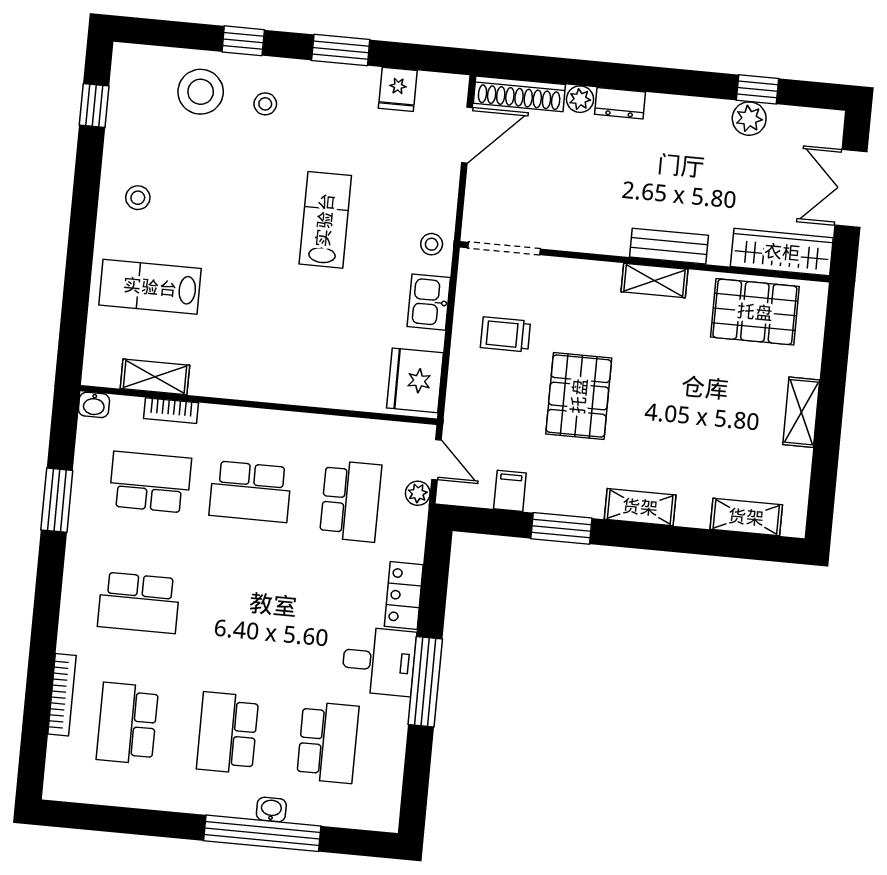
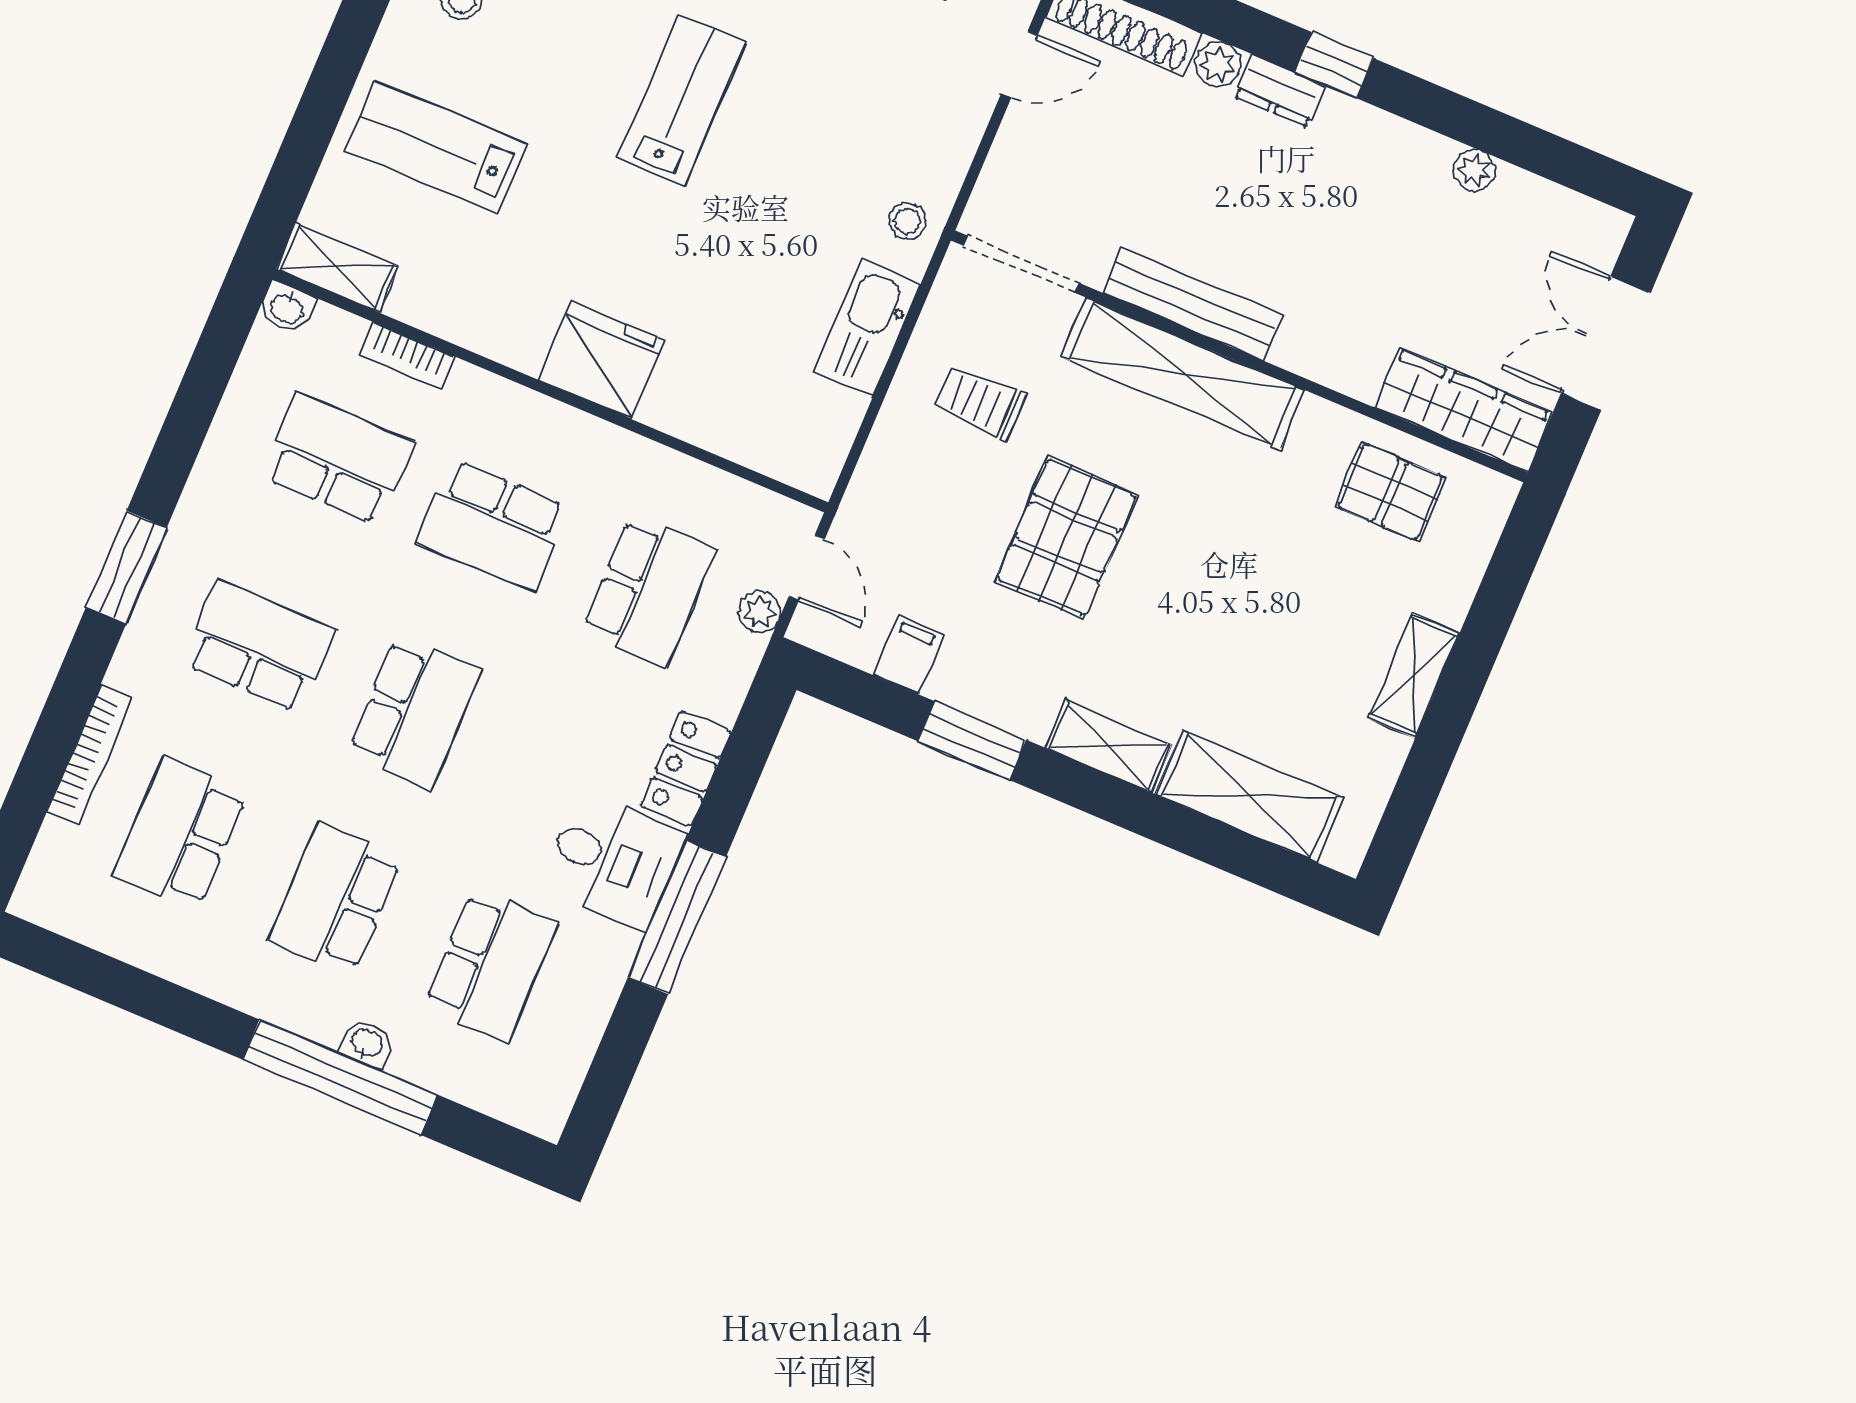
window: (758, 89) -> (1334, 65), moved
plant: (749, 119) -> (1474, 170), width x0.73, depth x0.73
door: (467, 135) -> (1019, 64), width x0.73
lab bench: (325, 220) -> (682, 100), moved
bench: (669, 246) -> (1192, 304), moved, width x1.36
shelving: (654, 280) -> (1183, 374), width x2.20, depth x1.33
kitchen sink: (429, 302) -> (867, 327), width x1.38
pallet: (755, 312) -> (1390, 492), width x0.67, depth x0.71
shelving: (155, 377) -> (337, 268), moved
fridge: (415, 380) -> (602, 360), moved, turned 90
window: (57, 500) -> (126, 568), moved
shelving: (746, 517) -> (1250, 796), width x1.50, depth x1.33
school desk: (139, 603) -> (259, 646), turned 180
school desk: (239, 612) -> (414, 712), added

